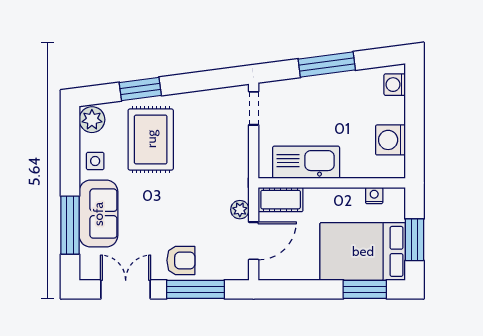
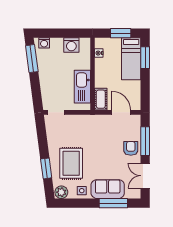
window: (327, 64) -> (32, 59), moved
rug: (151, 139) -> (71, 163), turned 90
plant: (240, 210) -> (106, 119), removed
bed: (363, 251) -> (131, 59), width x0.67

